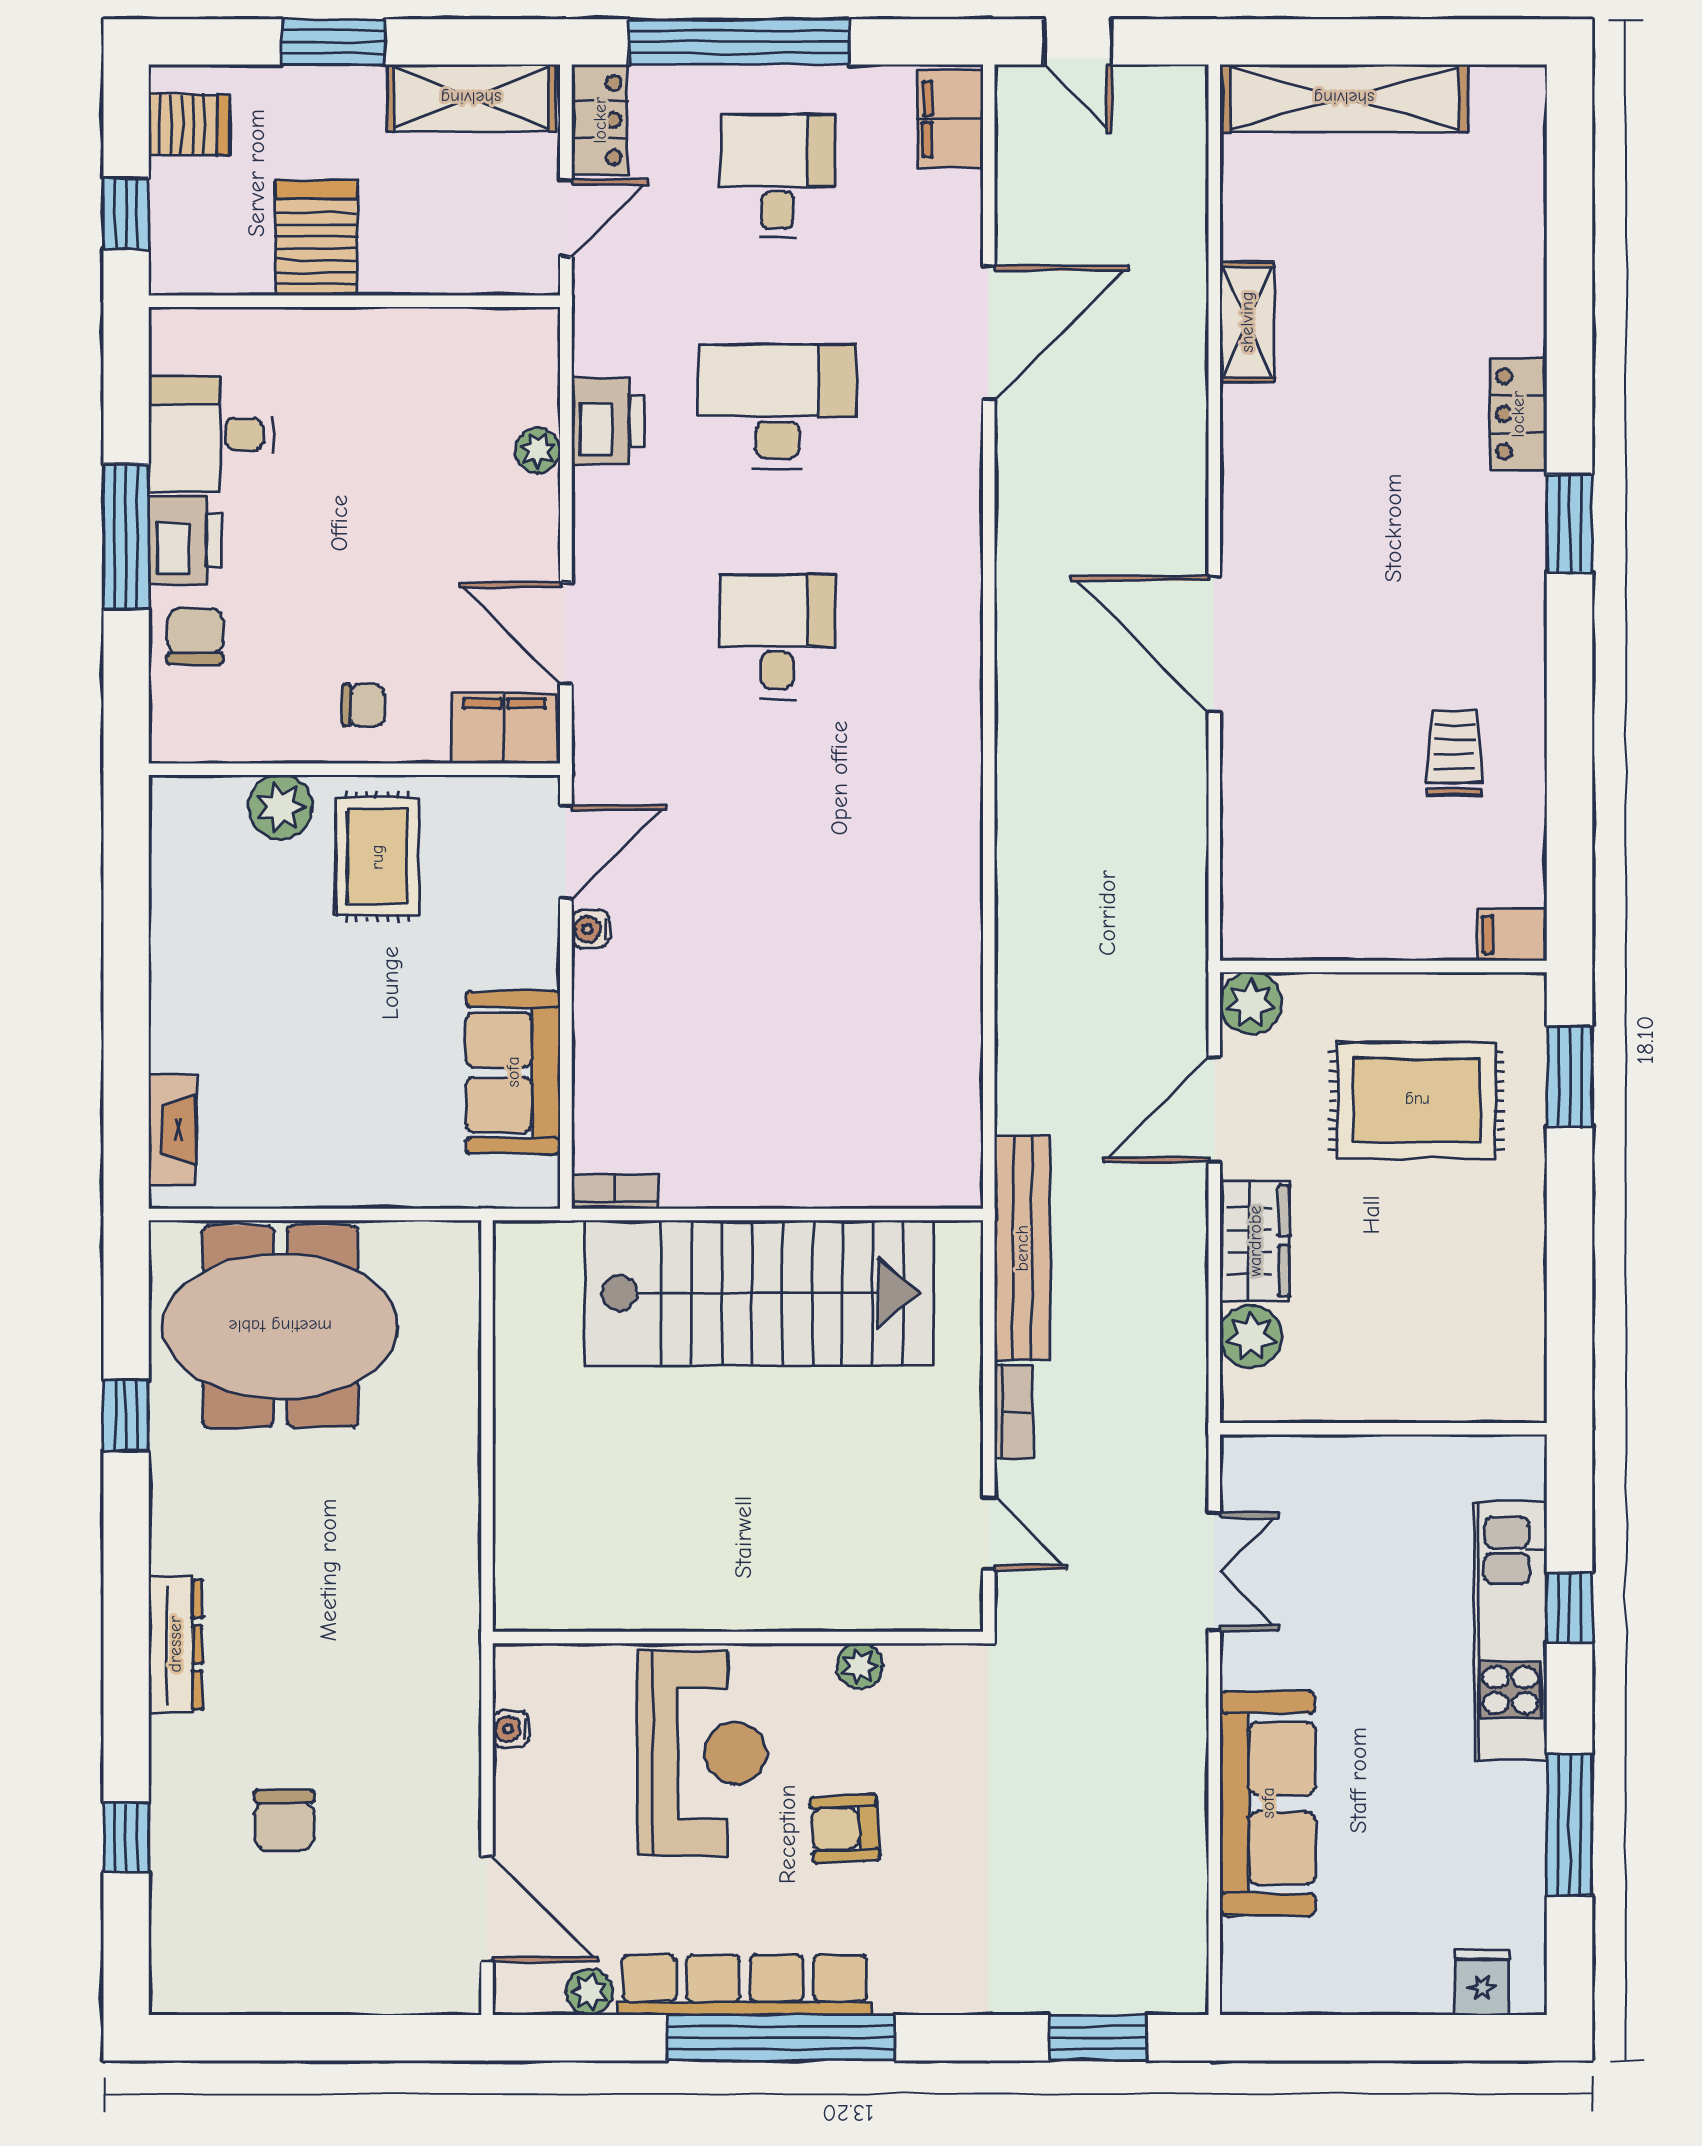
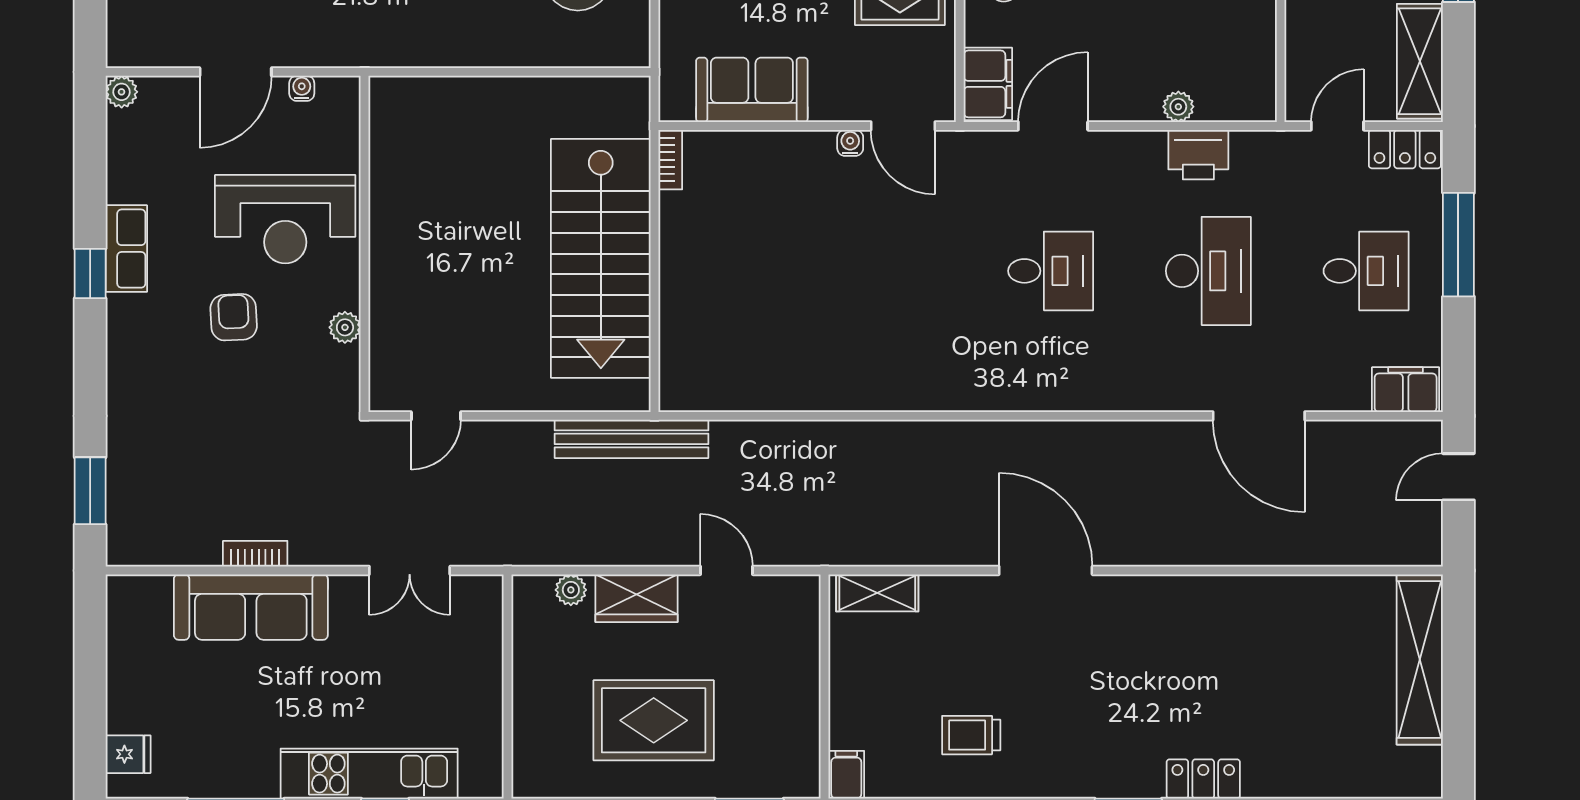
window: (739, 42) -> (1458, 245), width x0.68
door: (566, 218) -> (1337, 126), swing flipped
shelving: (1247, 322) -> (877, 593), moved
door: (1214, 644) -> (1046, 570), hinge flipped
trolley: (1454, 753) -> (971, 735), turned 180
plant: (1251, 1003) -> (799, 596), removed
rug: (1417, 1101) -> (654, 720), moved, turned 90
door: (1214, 1109) -> (727, 570), width x0.73
plant: (1251, 1337) -> (571, 590), width x0.73, depth x0.73
bookcase: (1013, 1412) -> (255, 554), moved, turned 180
door: (487, 1909) -> (236, 72), moved
row of seats: (745, 1985) -> (126, 249), width x0.50
plant: (589, 1992) -> (122, 92), moved
window: (781, 2038) -> (90, 273), width x0.32

